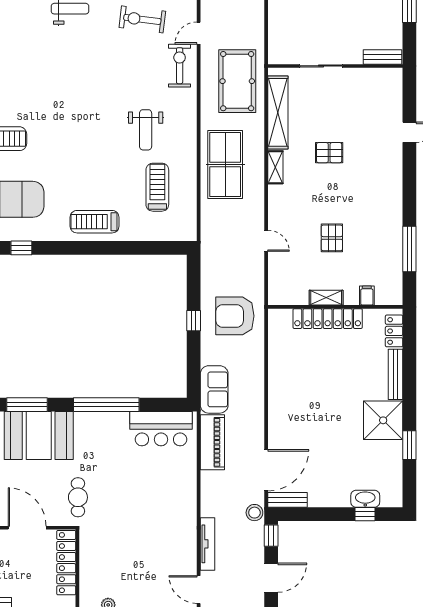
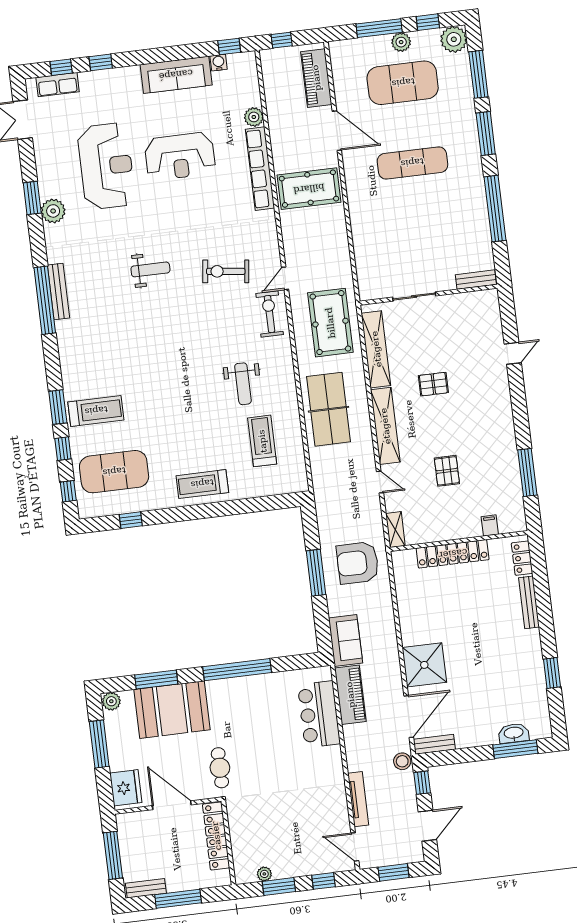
shelving: (275, 167) -> (385, 426), width x2.20, depth x1.33
shelving: (326, 298) -> (395, 530), moved, turned 90
window: (194, 321) -> (316, 573), width x2.17
shower: (383, 420) -> (424, 665), moved
bar counter: (161, 429) -> (319, 714), moved, turned 90
window: (365, 514) -> (515, 749), width x2.17

